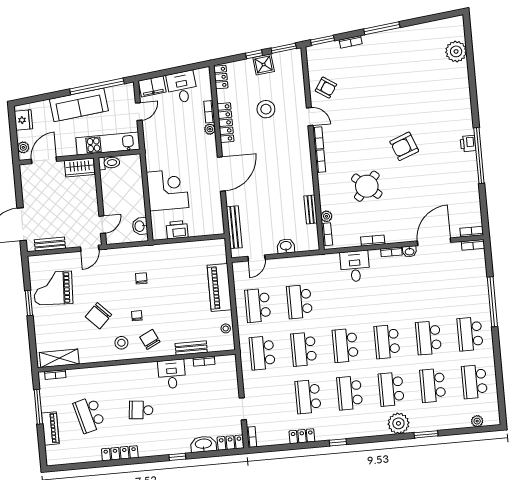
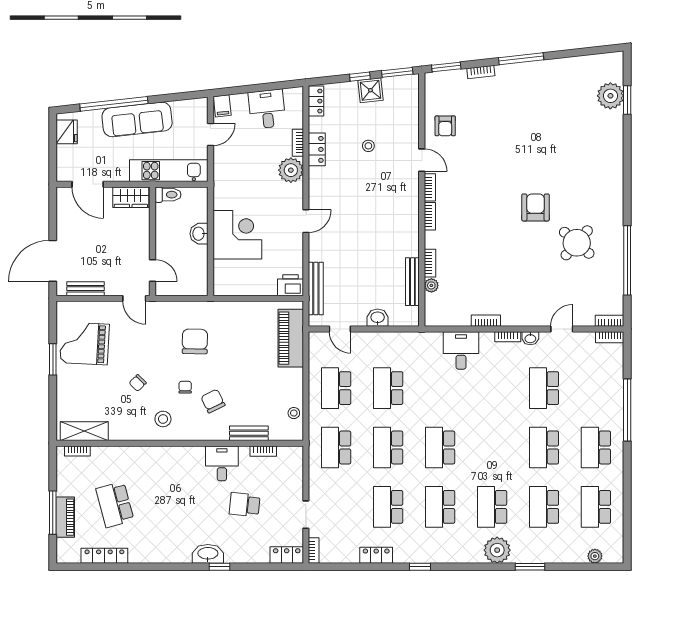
window: (470, 54) -> (627, 100), added
window: (97, 86) -> (114, 104), moved
filing cabinet: (152, 86) -> (222, 106), width x0.50
armchair: (326, 88) -> (445, 126), turned 57
stool: (266, 109) -> (368, 146), width x0.53, depth x0.53
locker: (225, 123) -> (317, 149), width x0.66
plant: (210, 129) -> (291, 170), width x1.88, depth x1.88
printer: (468, 144) -> (615, 211), removed
armchair: (404, 146) -> (535, 207), turned 111
plant: (23, 147) -> (63, 166), removed
window: (479, 156) -> (627, 260), moved
door: (44, 160) -> (88, 184), swing flipped
door: (221, 174) -> (306, 221), width x0.53
round table: (367, 186) -> (577, 243), moved
bench: (311, 209) -> (412, 282), width x1.36
door: (102, 225) -> (153, 270), hinge flipped
washbasin: (140, 226) -> (199, 234), moved
printer: (177, 230) -> (290, 285), moved
bookcase: (327, 234) -> (430, 263), moved
door: (434, 242) -> (562, 329), width x0.53
door: (90, 248) -> (134, 298), hinge flipped
door: (256, 258) -> (340, 329), hinge flipped
chair: (141, 278) -> (195, 341), width x1.87, depth x1.87
piano: (219, 288) -> (291, 338), moved
chair: (98, 316) -> (138, 383), width x0.54, depth x0.54
chair: (150, 339) -> (213, 401), moved
school desk: (387, 342) -> (544, 388), moved
window: (38, 407) -> (53, 513), moved
school desk: (141, 410) -> (245, 505), moved
washbasin: (203, 444) -> (208, 554), moved
locker: (120, 453) -> (104, 556), moved

